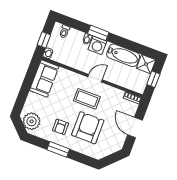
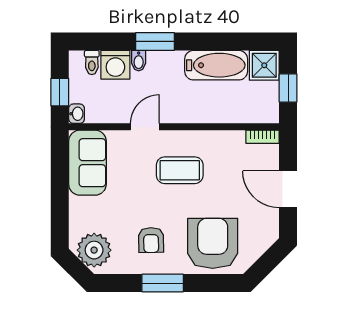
washing machine: (97, 45) -> (115, 65), moved
door: (95, 78) -> (145, 127), moved
armchair: (88, 128) -> (213, 243), moved

